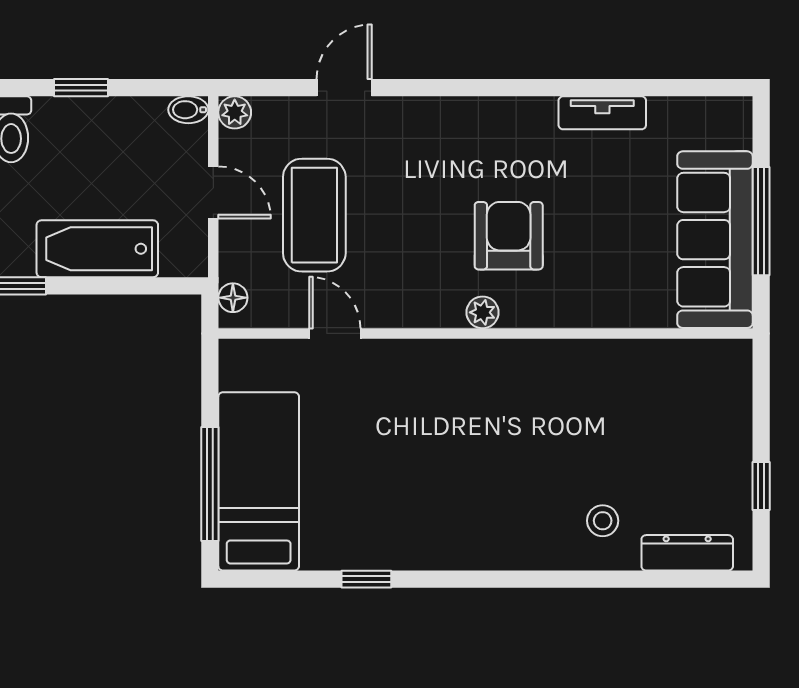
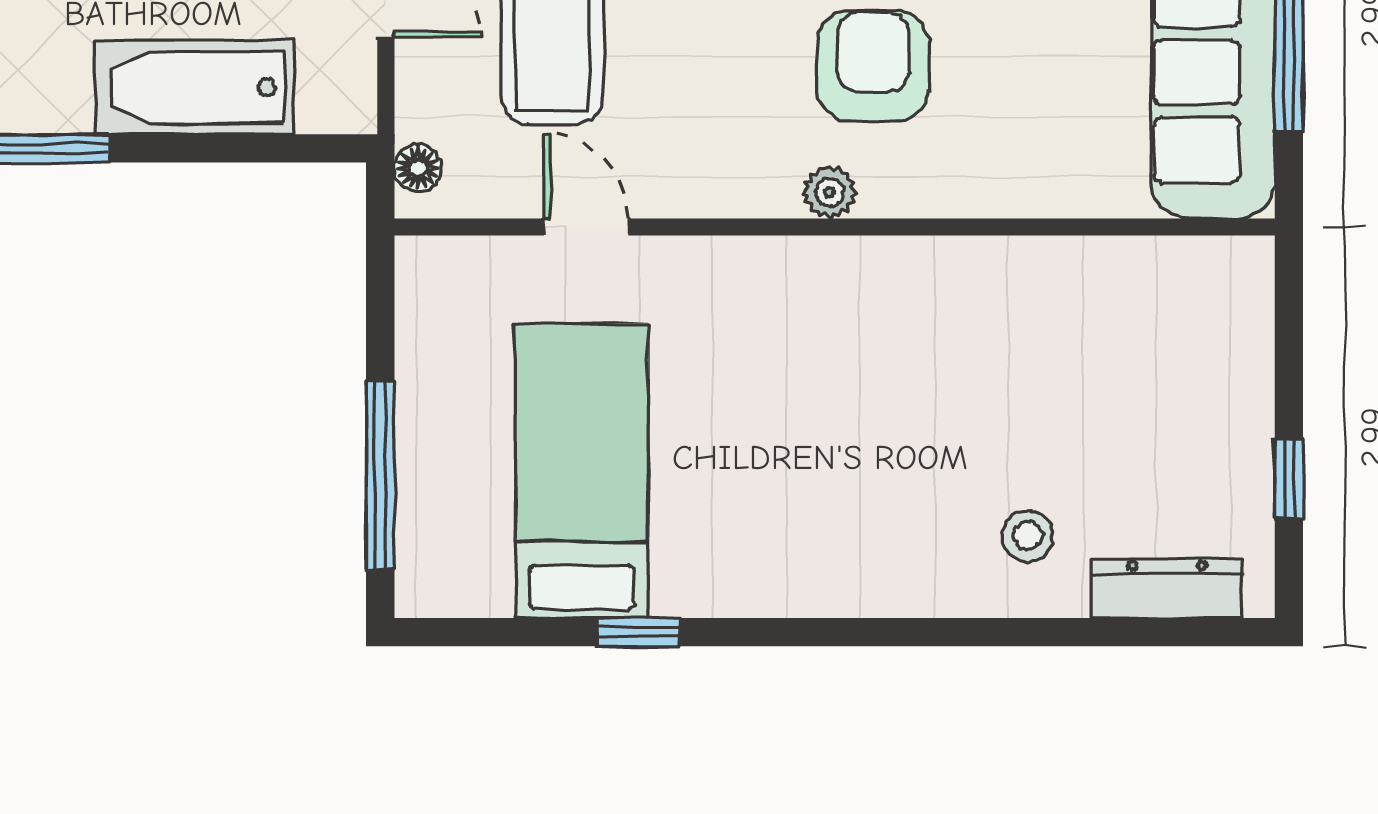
bed: (259, 481) -> (582, 471), moved

